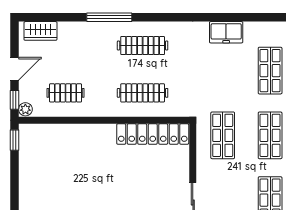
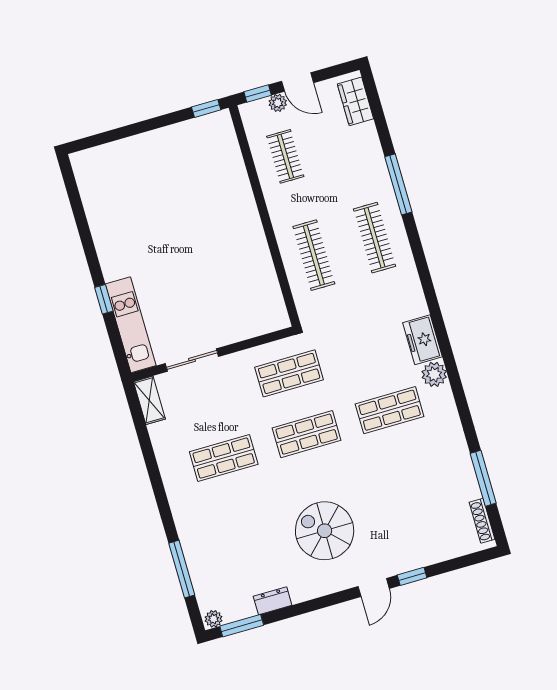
plant: (254, 31) -> (434, 374), added
plant: (25, 109) -> (278, 103), moved
locker: (153, 134) -> (265, 283), removed

